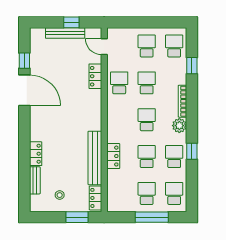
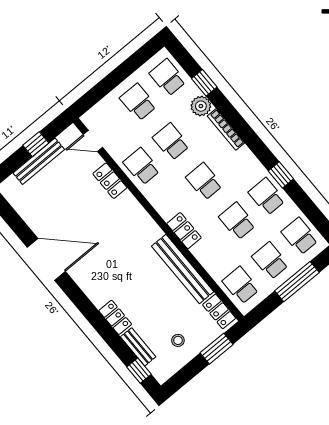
window: (24, 61) -> (139, 371), moved
plant: (179, 126) -> (201, 106), moved
locker: (113, 156) -> (184, 231), moved
school desk: (119, 193) -> (241, 285), added

